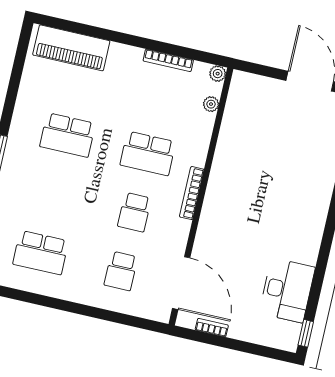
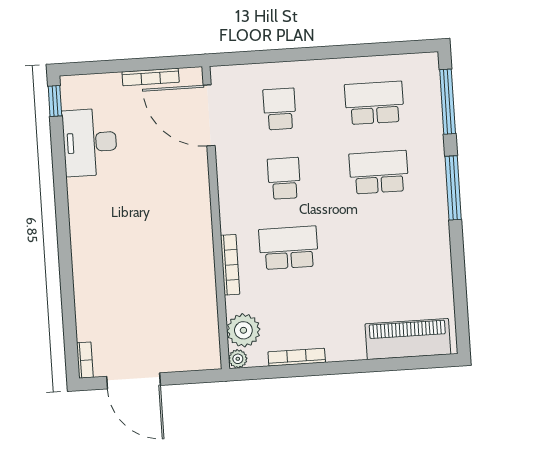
plant: (211, 104) -> (243, 330), width x1.88, depth x1.88
school desk: (68, 135) -> (379, 172), moved
bookcase: (192, 193) -> (230, 265), moved
bookcase: (212, 328) -> (151, 77), width x1.56

